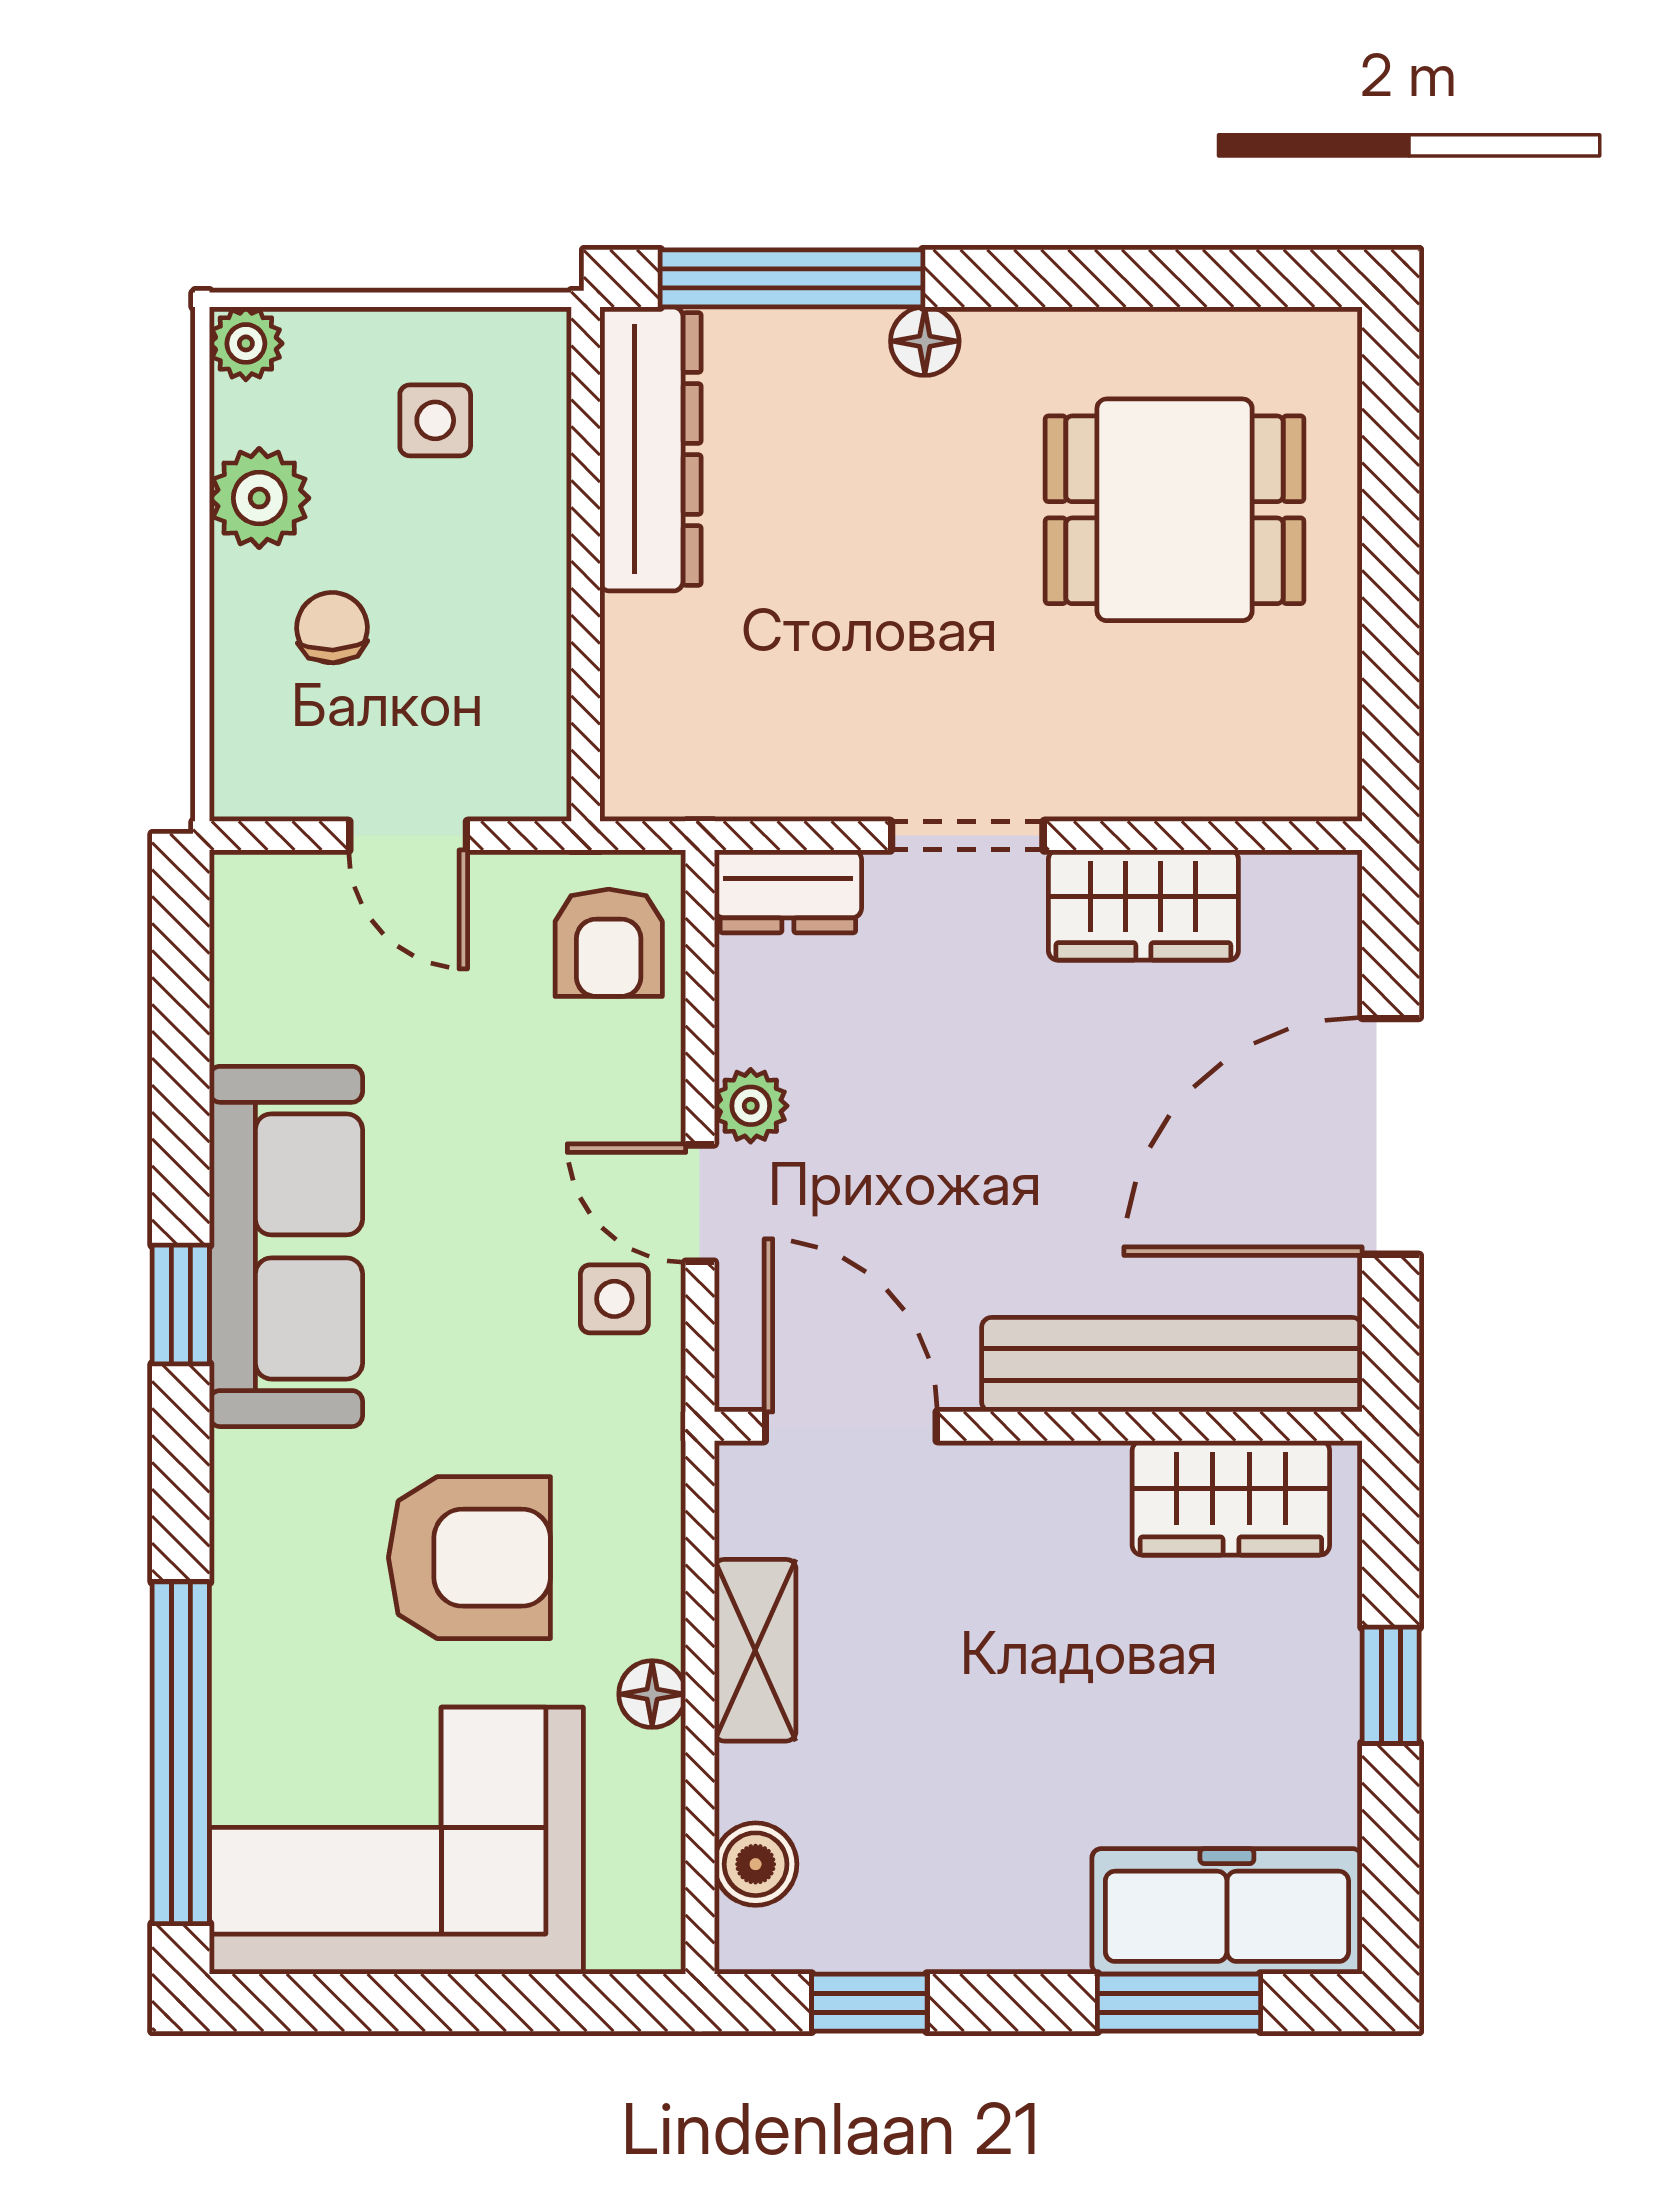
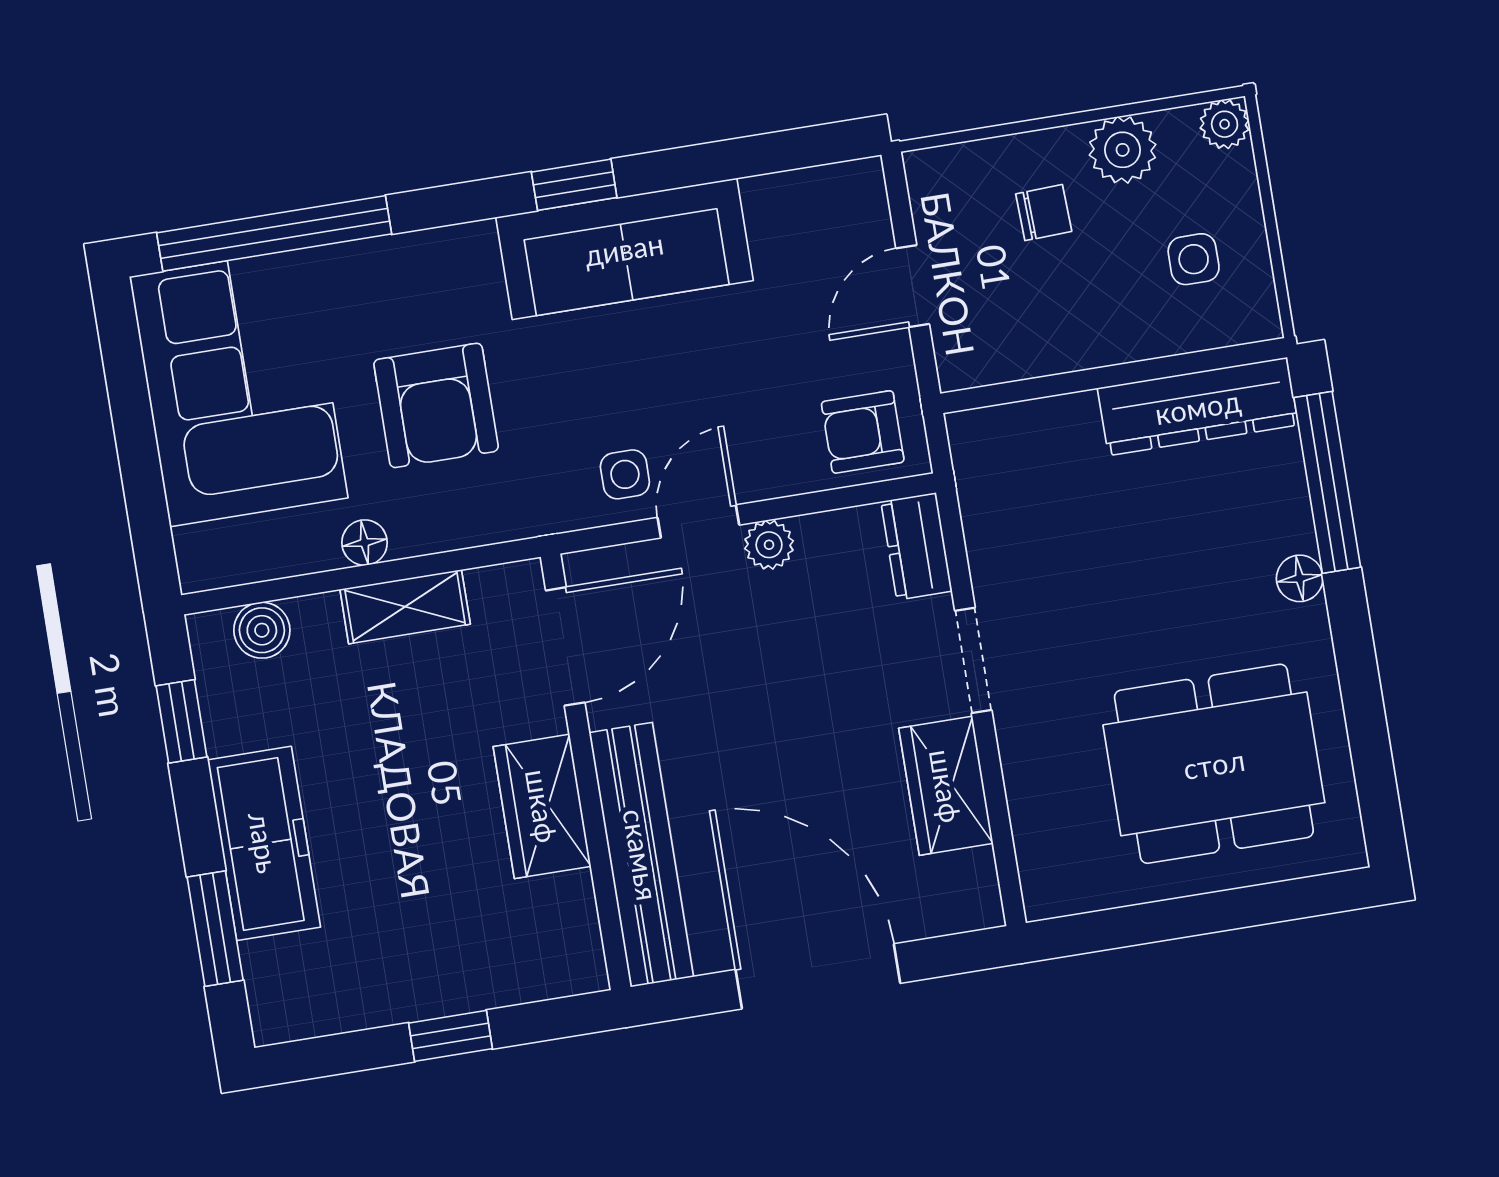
dining table: (1175, 510) -> (1214, 764), width x1.38
wardrobe: (1231, 1498) -> (542, 806), moved
freezer: (1227, 1911) -> (264, 843), moved

